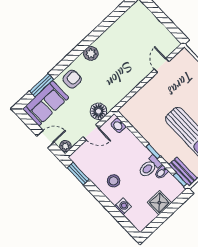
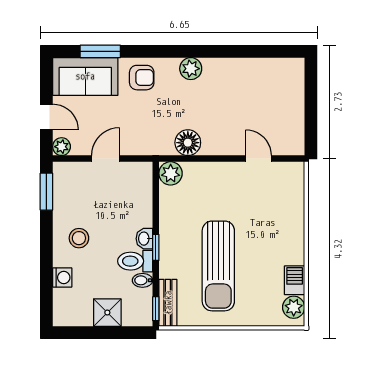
door: (162, 65) -> (259, 159), hinge flipped
floor lamp: (98, 111) -> (188, 143), moved
plant: (128, 111) -> (171, 173), added
washbasin: (118, 125) -> (144, 239), moved
door: (91, 132) -> (106, 159), swing flipped

